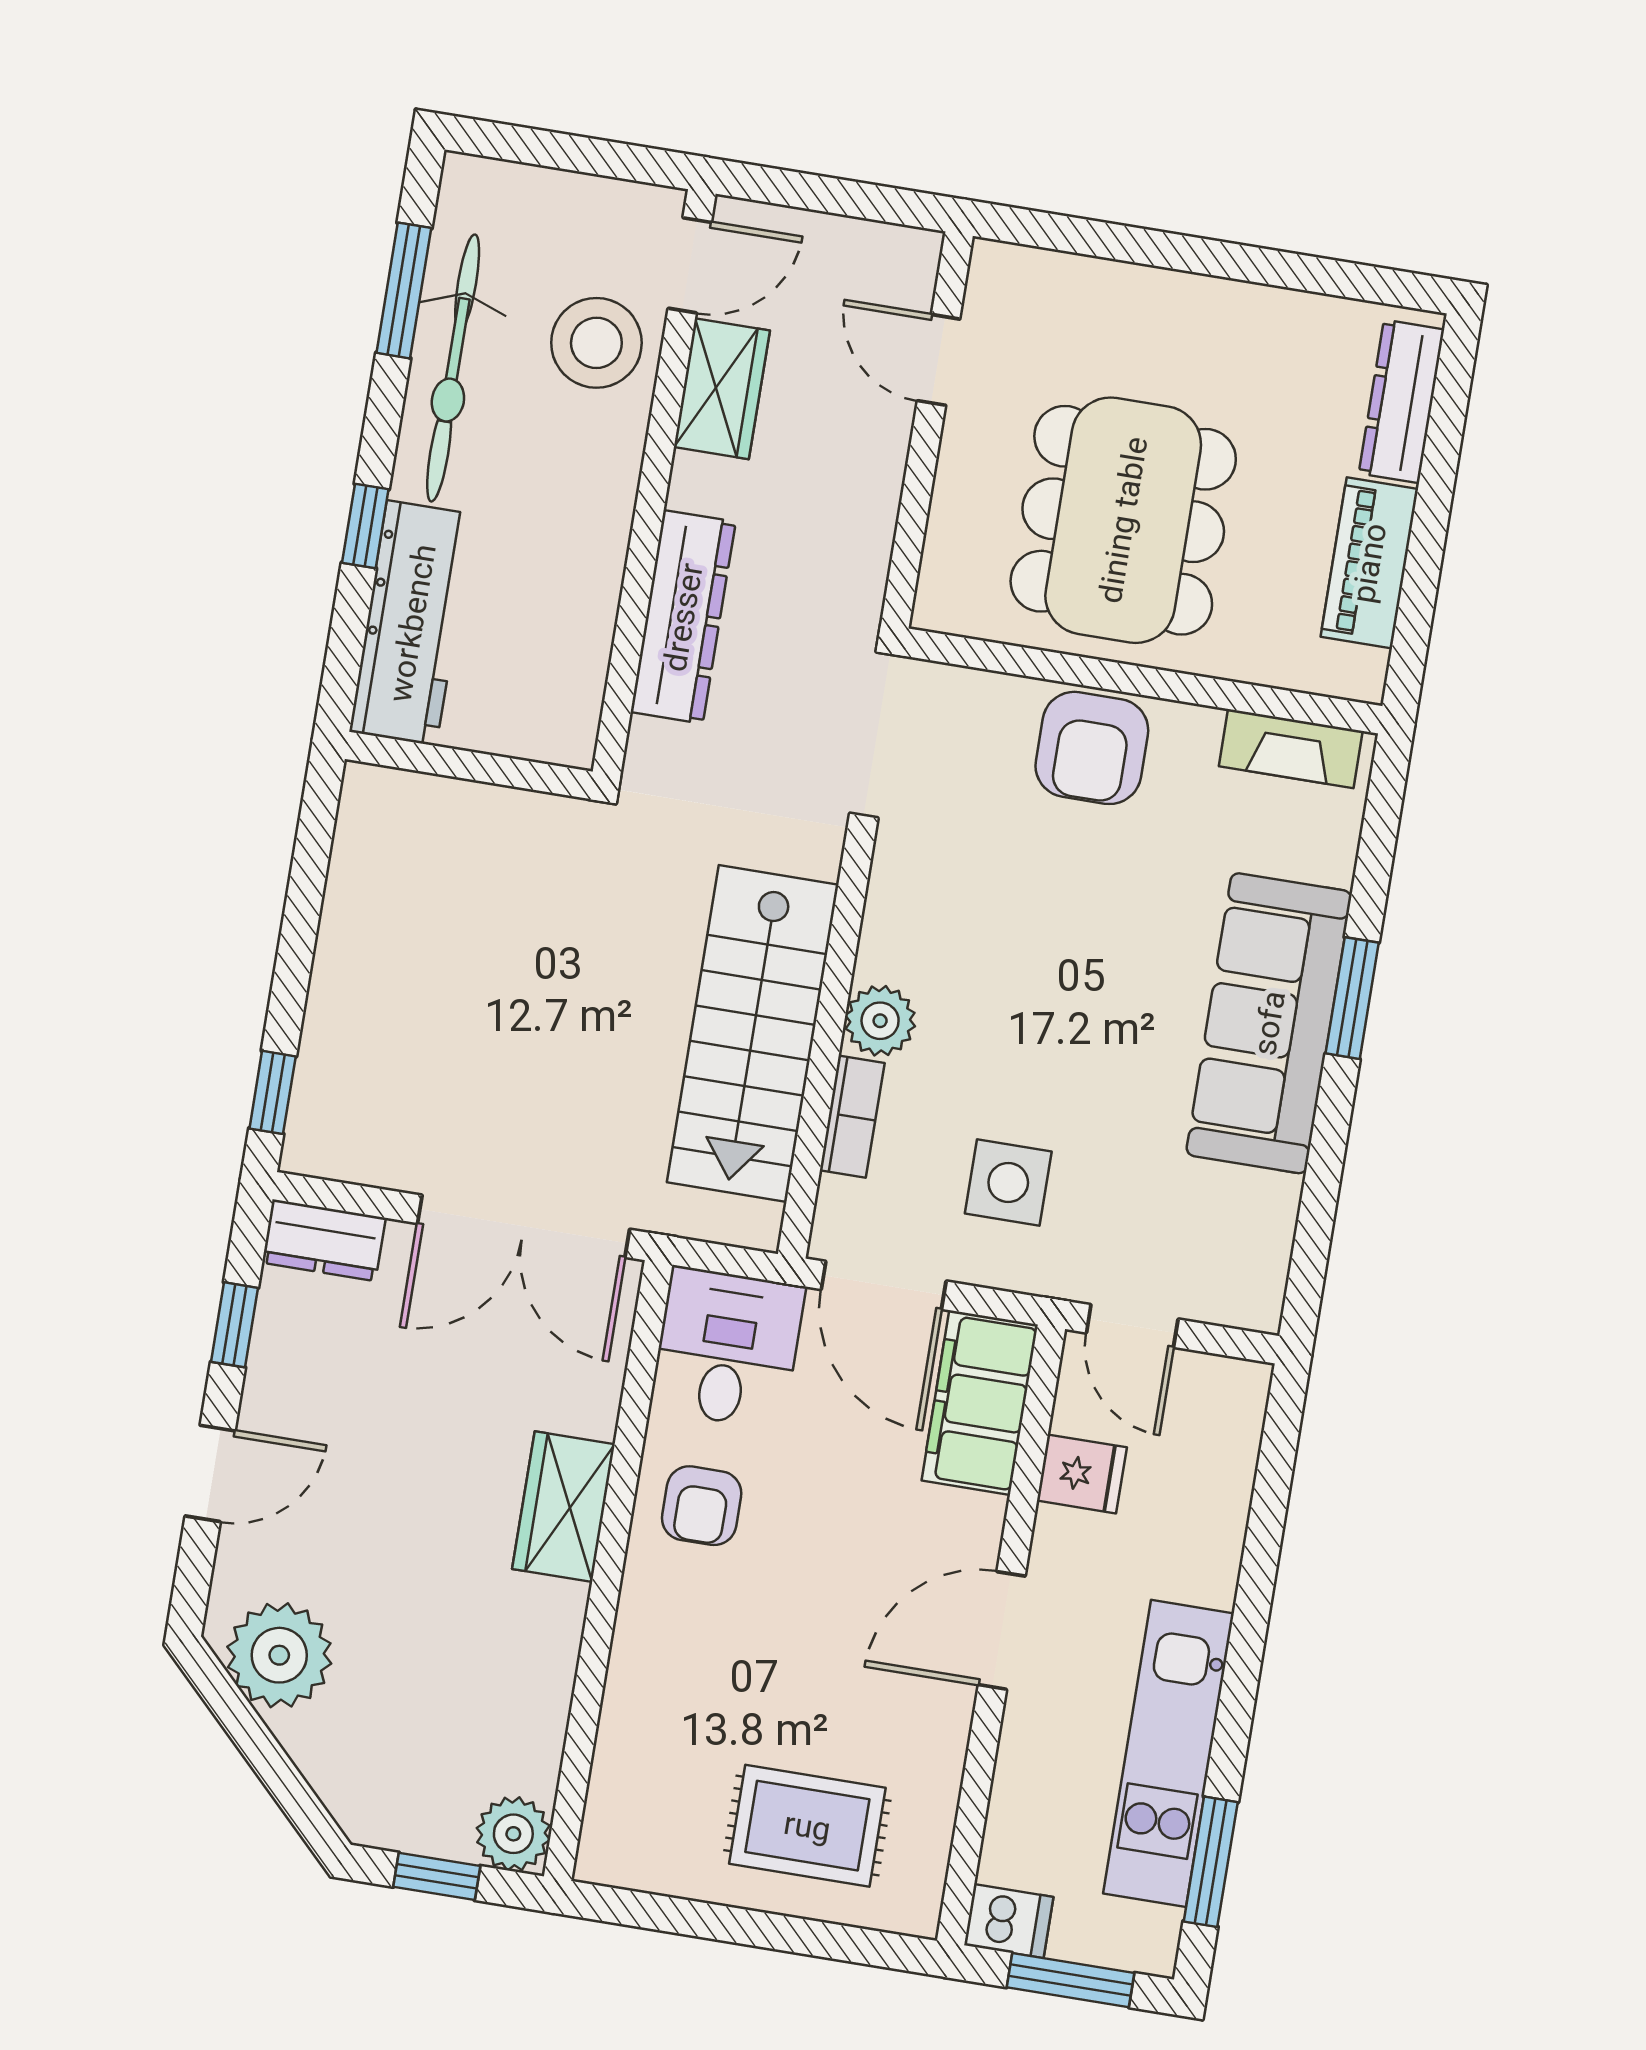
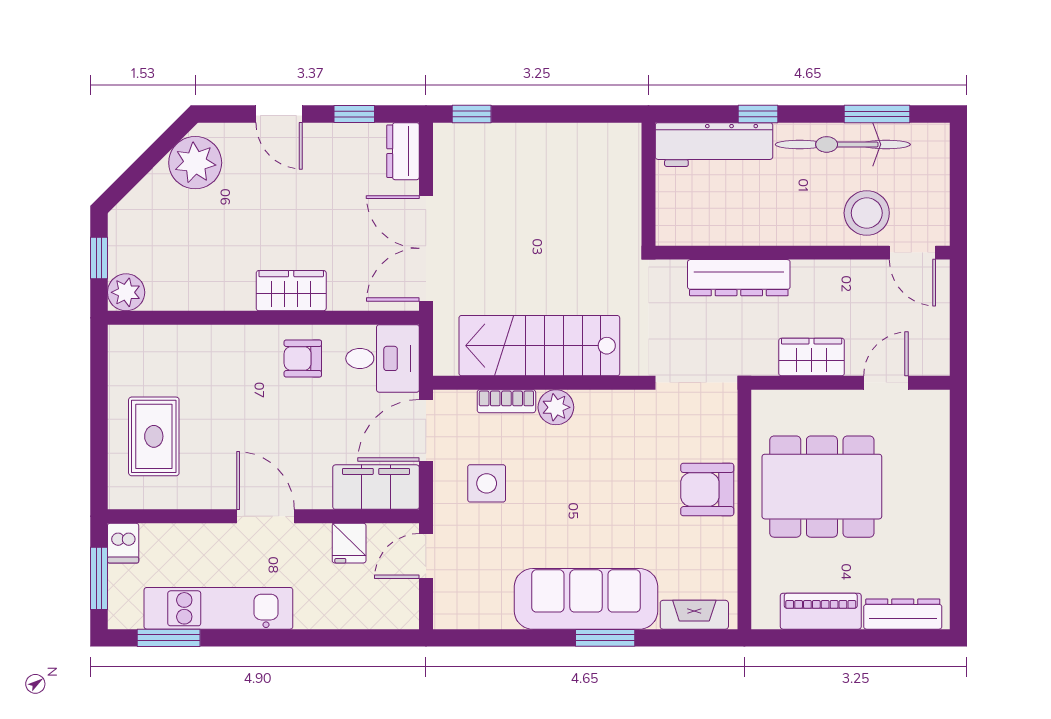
wardrobe: (722, 389) -> (812, 357), moved, turned 180
fireplace: (1291, 749) -> (694, 615), moved, turned 90

